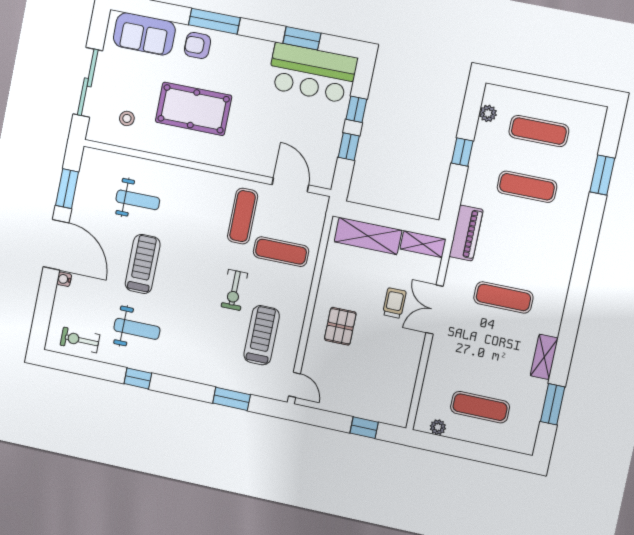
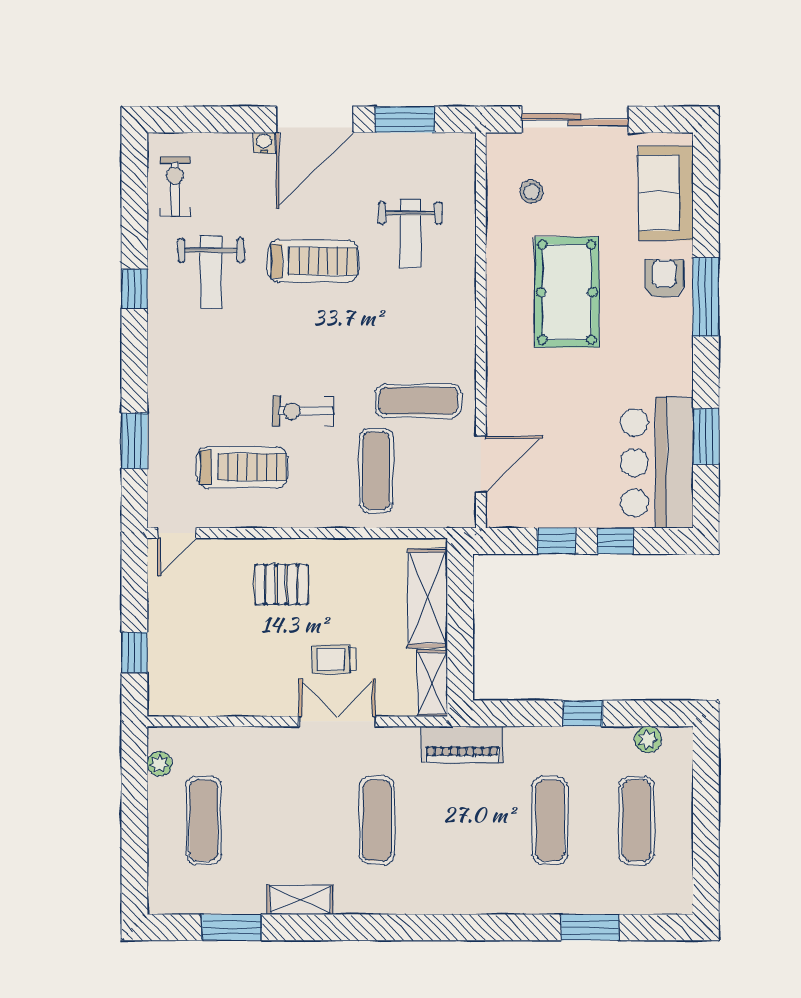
trolley: (394, 303) -> (334, 659), turned 180

